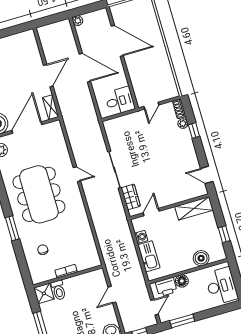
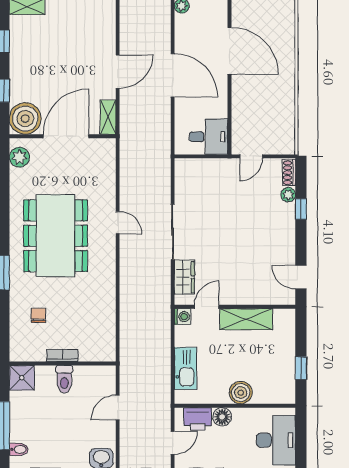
shelving: (194, 208) -> (246, 319), moved
washing machine: (141, 237) -> (183, 317), moved
boiler: (201, 258) -> (241, 393), moved
toilet: (59, 290) -> (64, 379), moved

